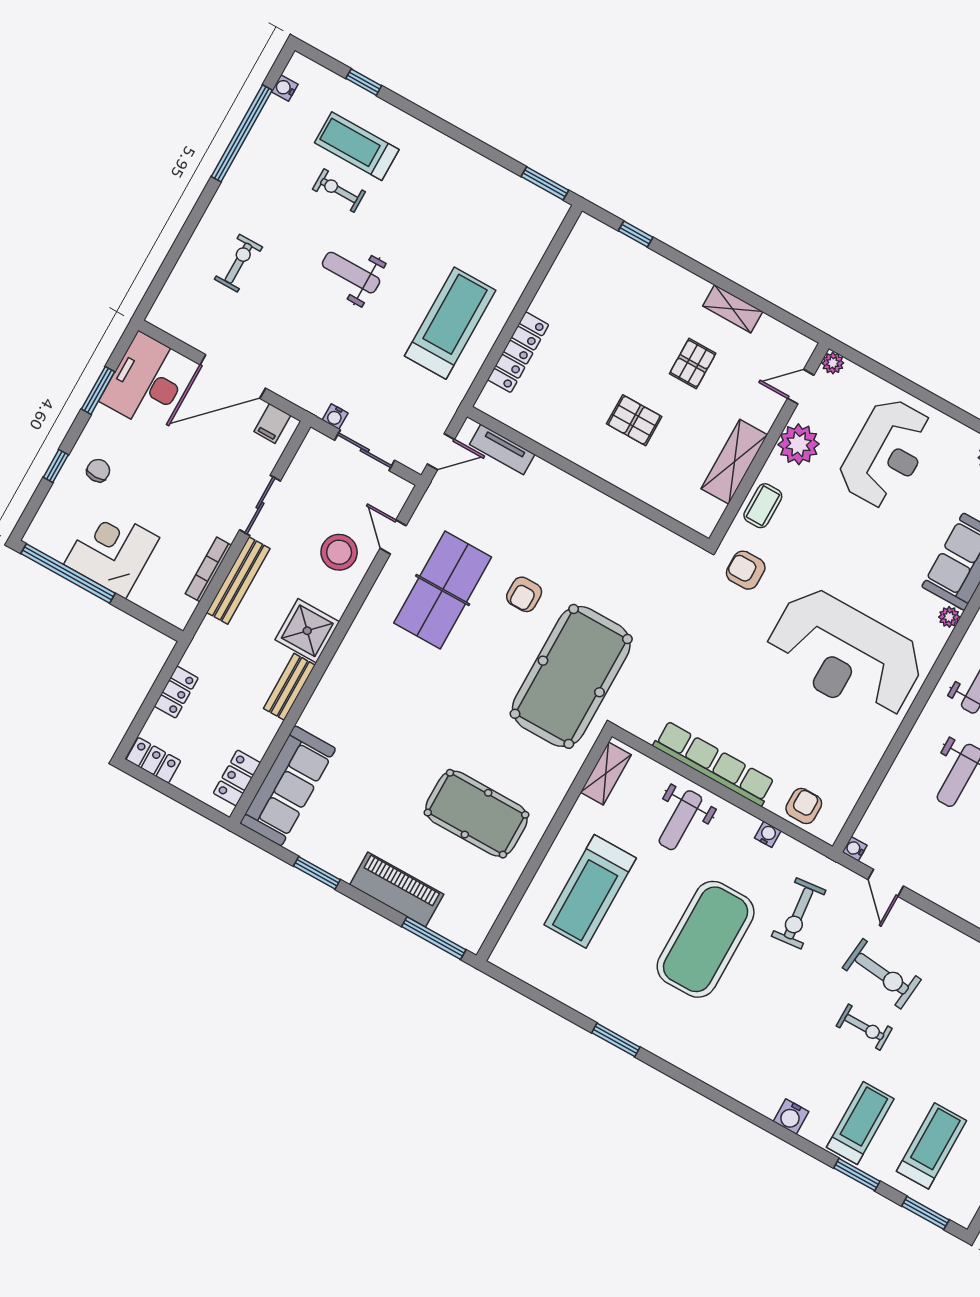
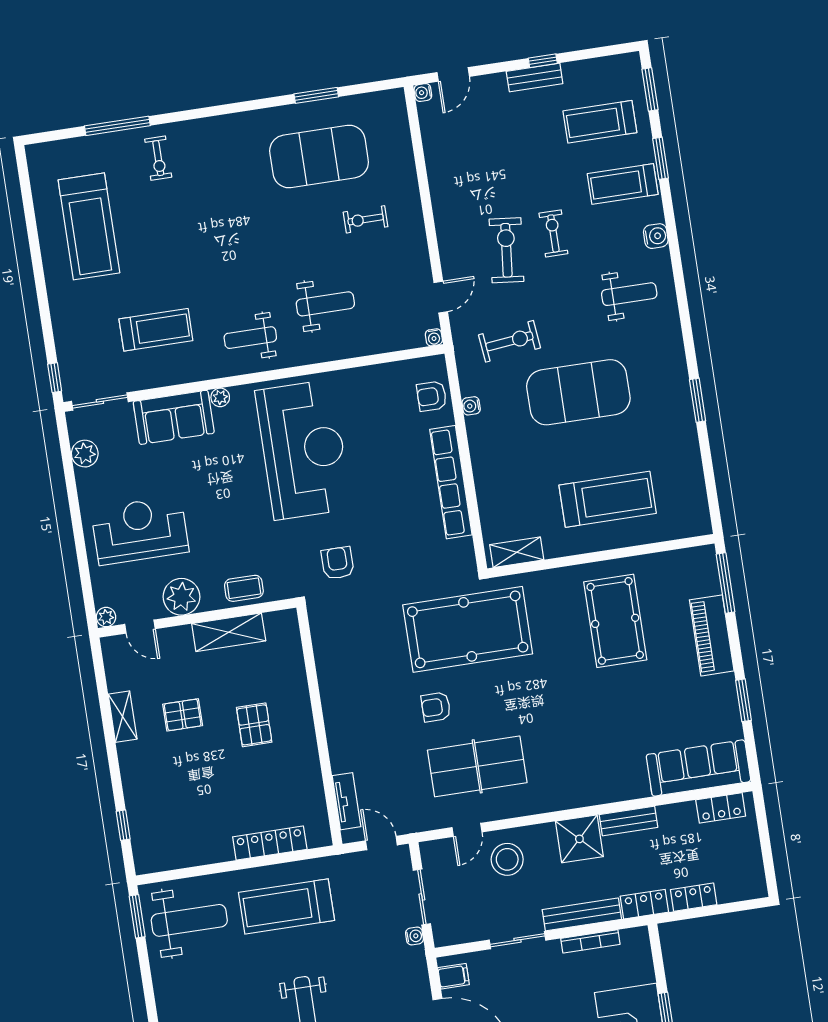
weight bench: (505, 227) -> (189, 920), added
armchair: (746, 570) -> (338, 563), moved, turned 180
armchair: (524, 594) -> (436, 707), turned 180
locker: (153, 760) -> (644, 904), moved, turned 90
weight bench: (680, 820) -> (629, 294), moved

